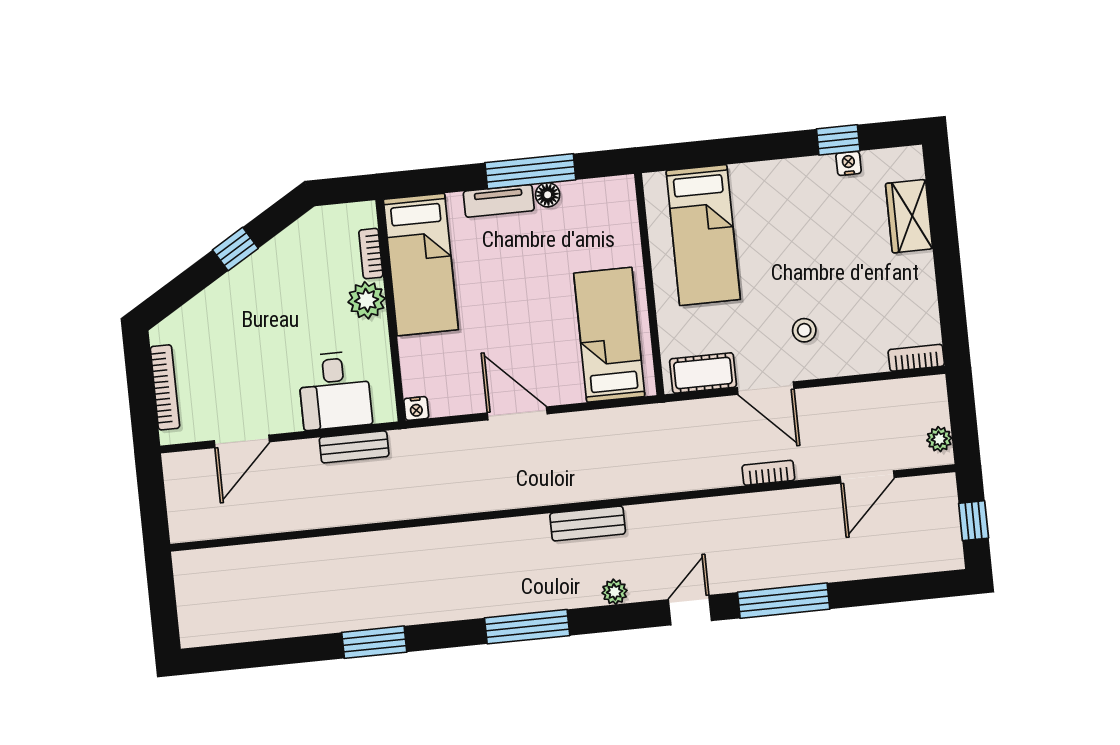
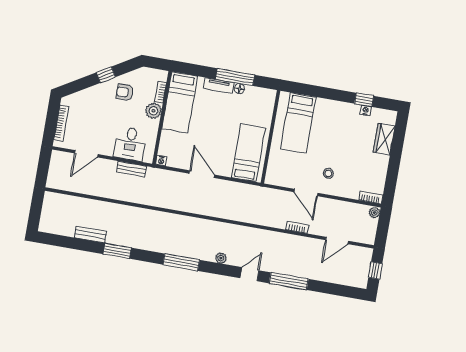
armchair: (289, 277) -> (125, 92), added
cot: (703, 373) -> (282, 179), removed
plant: (939, 439) -> (374, 213), moved
bench: (588, 524) -> (91, 235), moved

